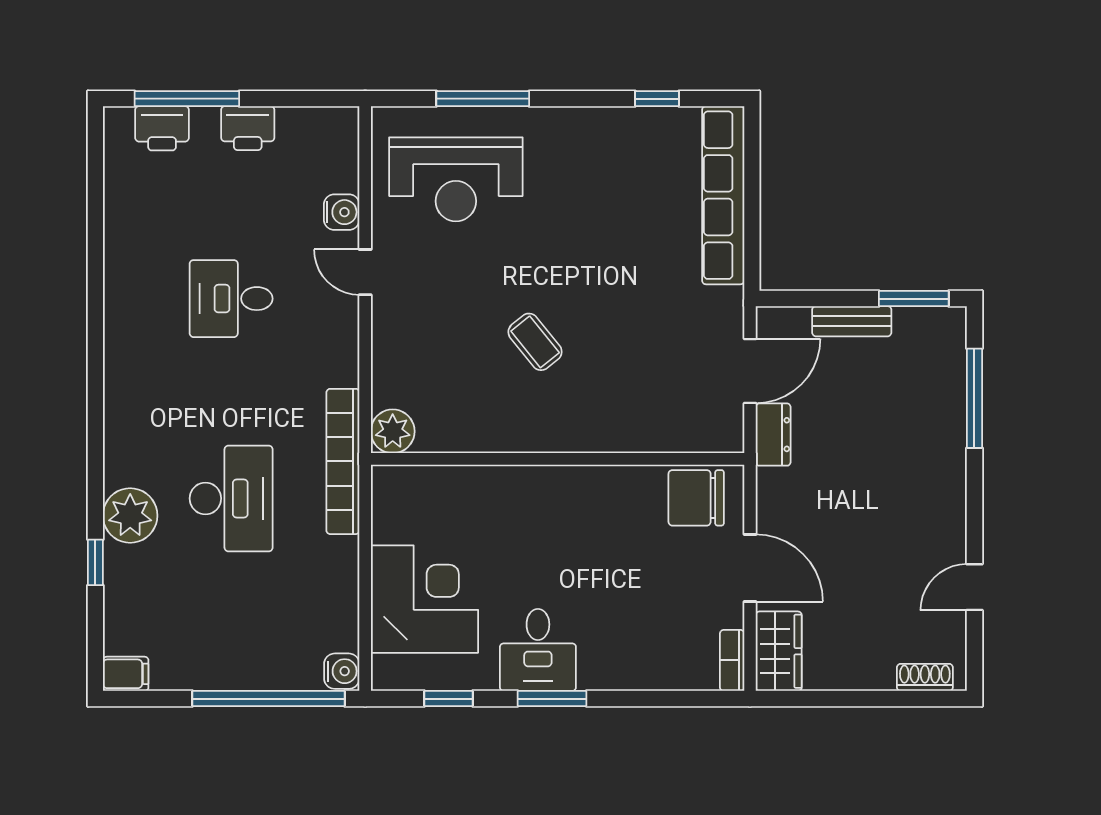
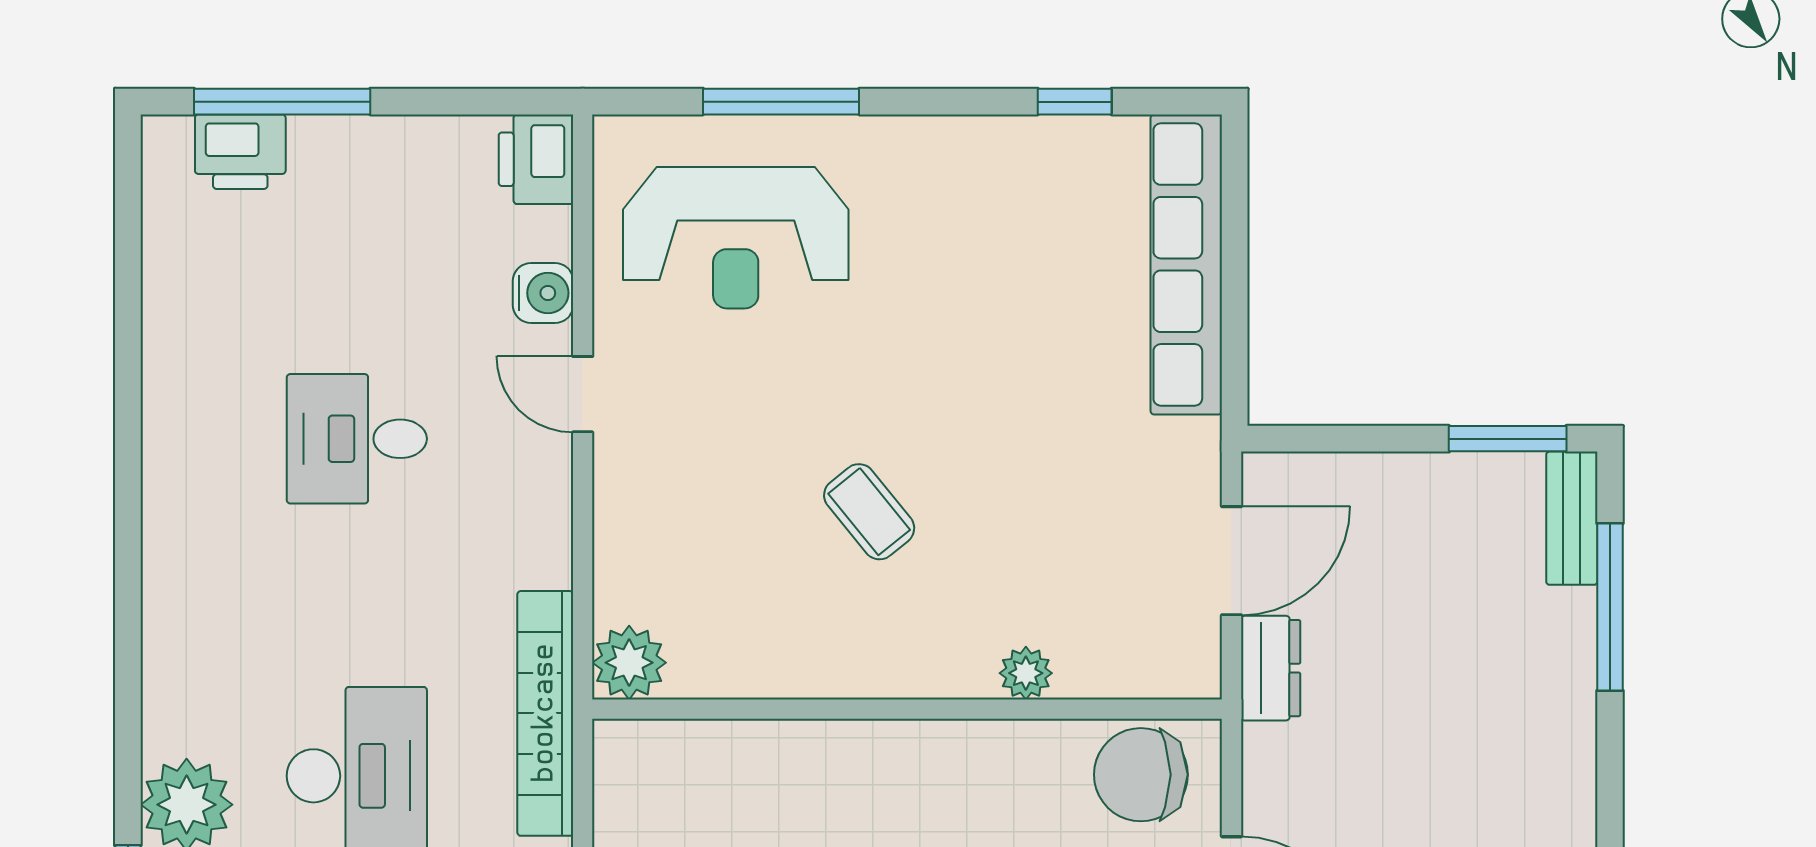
printer: (248, 128) -> (536, 159), moved, turned 90
bench: (852, 321) -> (1572, 518), moved, turned 90
plant: (628, 438) -> (1026, 673), added

